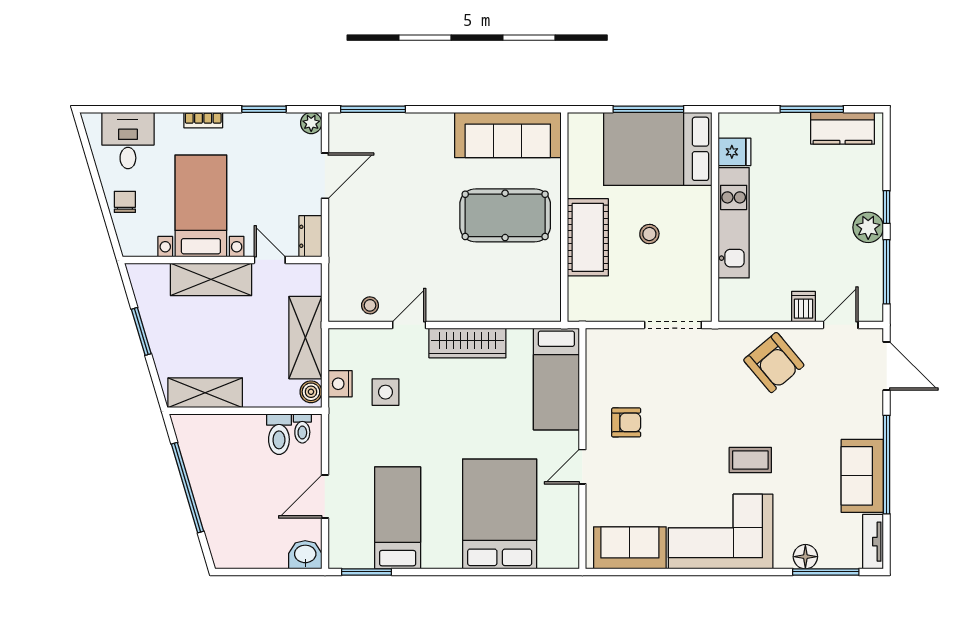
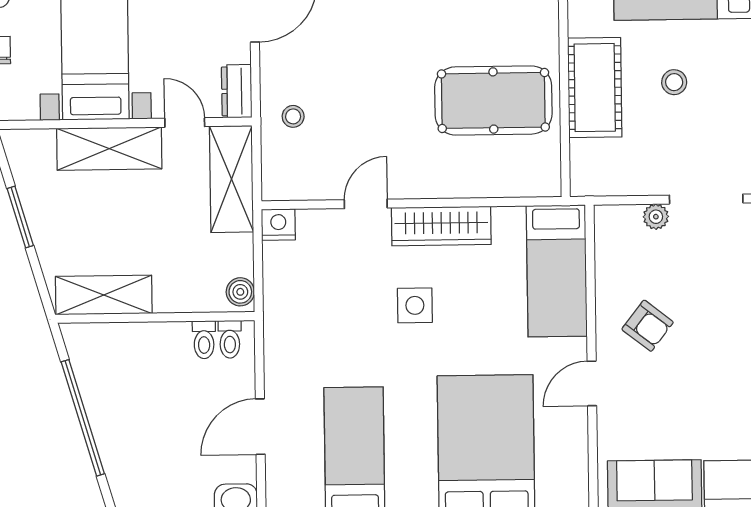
pool table: (505, 215) -> (493, 100), moved
stool: (370, 305) -> (293, 116), moved
shelving: (305, 338) -> (232, 179), moved
plant: (634, 338) -> (656, 217), added
nightstand: (340, 384) -> (278, 225), moved, turned 90
side table: (385, 392) -> (415, 305), moved
armchair: (626, 422) -> (648, 326), turned 38
toilet: (279, 434) -> (204, 340), width x0.73, depth x0.72

